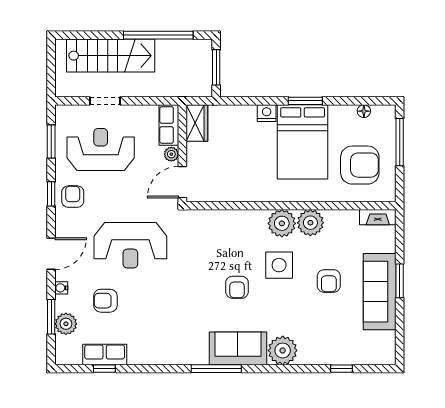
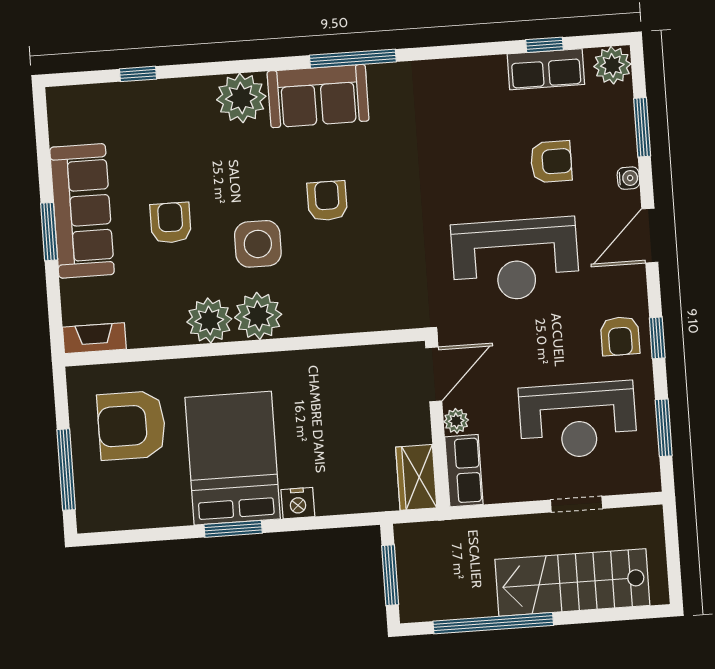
floor lamp: (364, 111) -> (131, 518), removed
reception desk: (130, 245) -> (515, 260), turned 180
plant: (66, 324) -> (612, 65), moved

